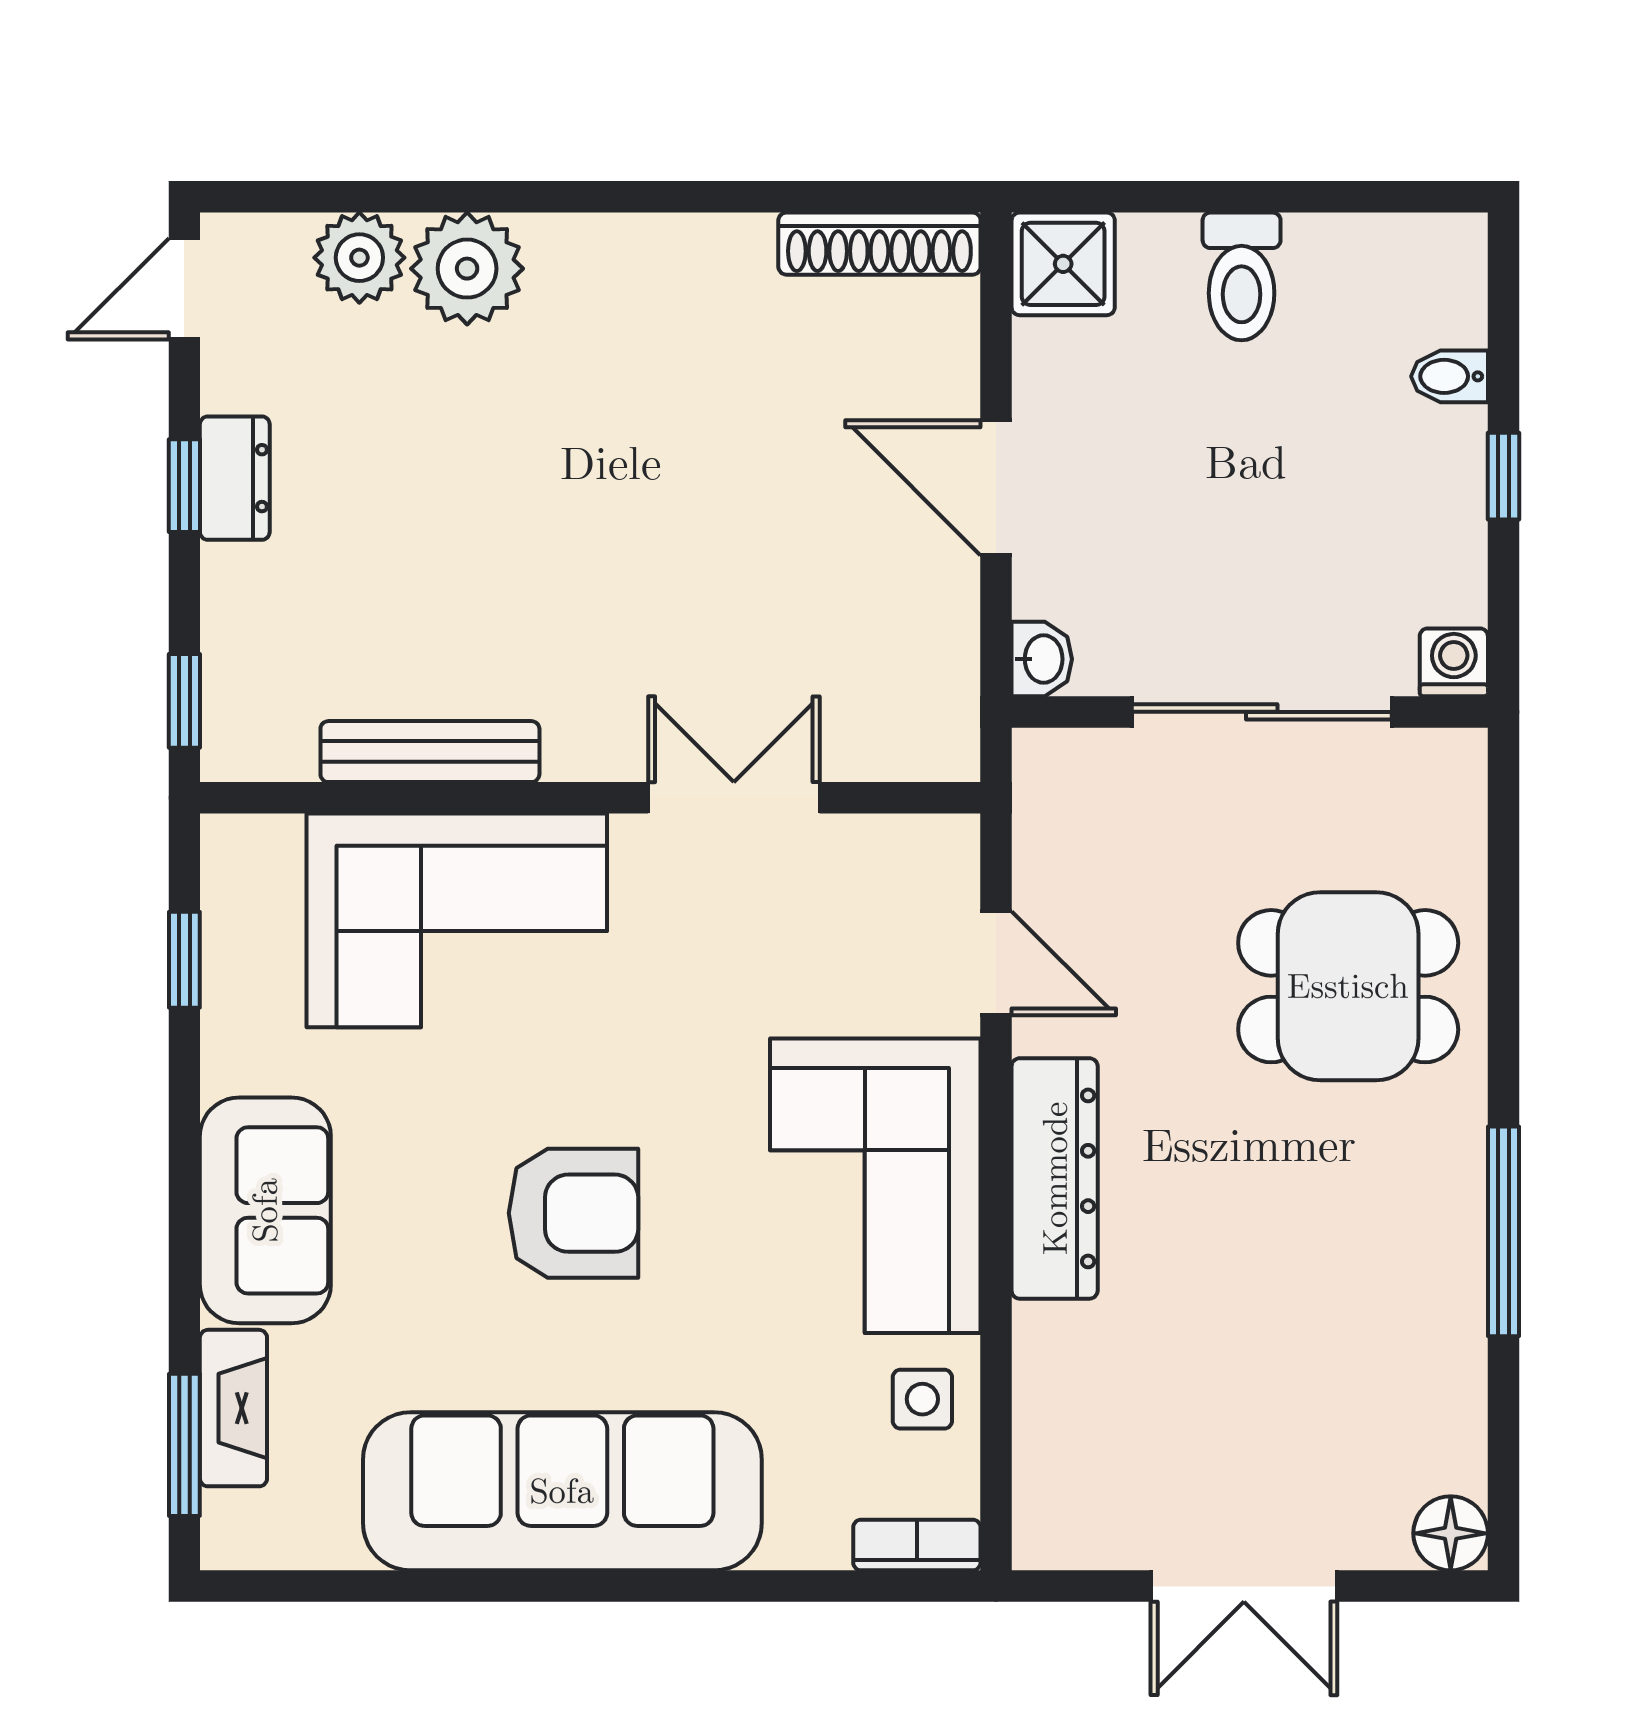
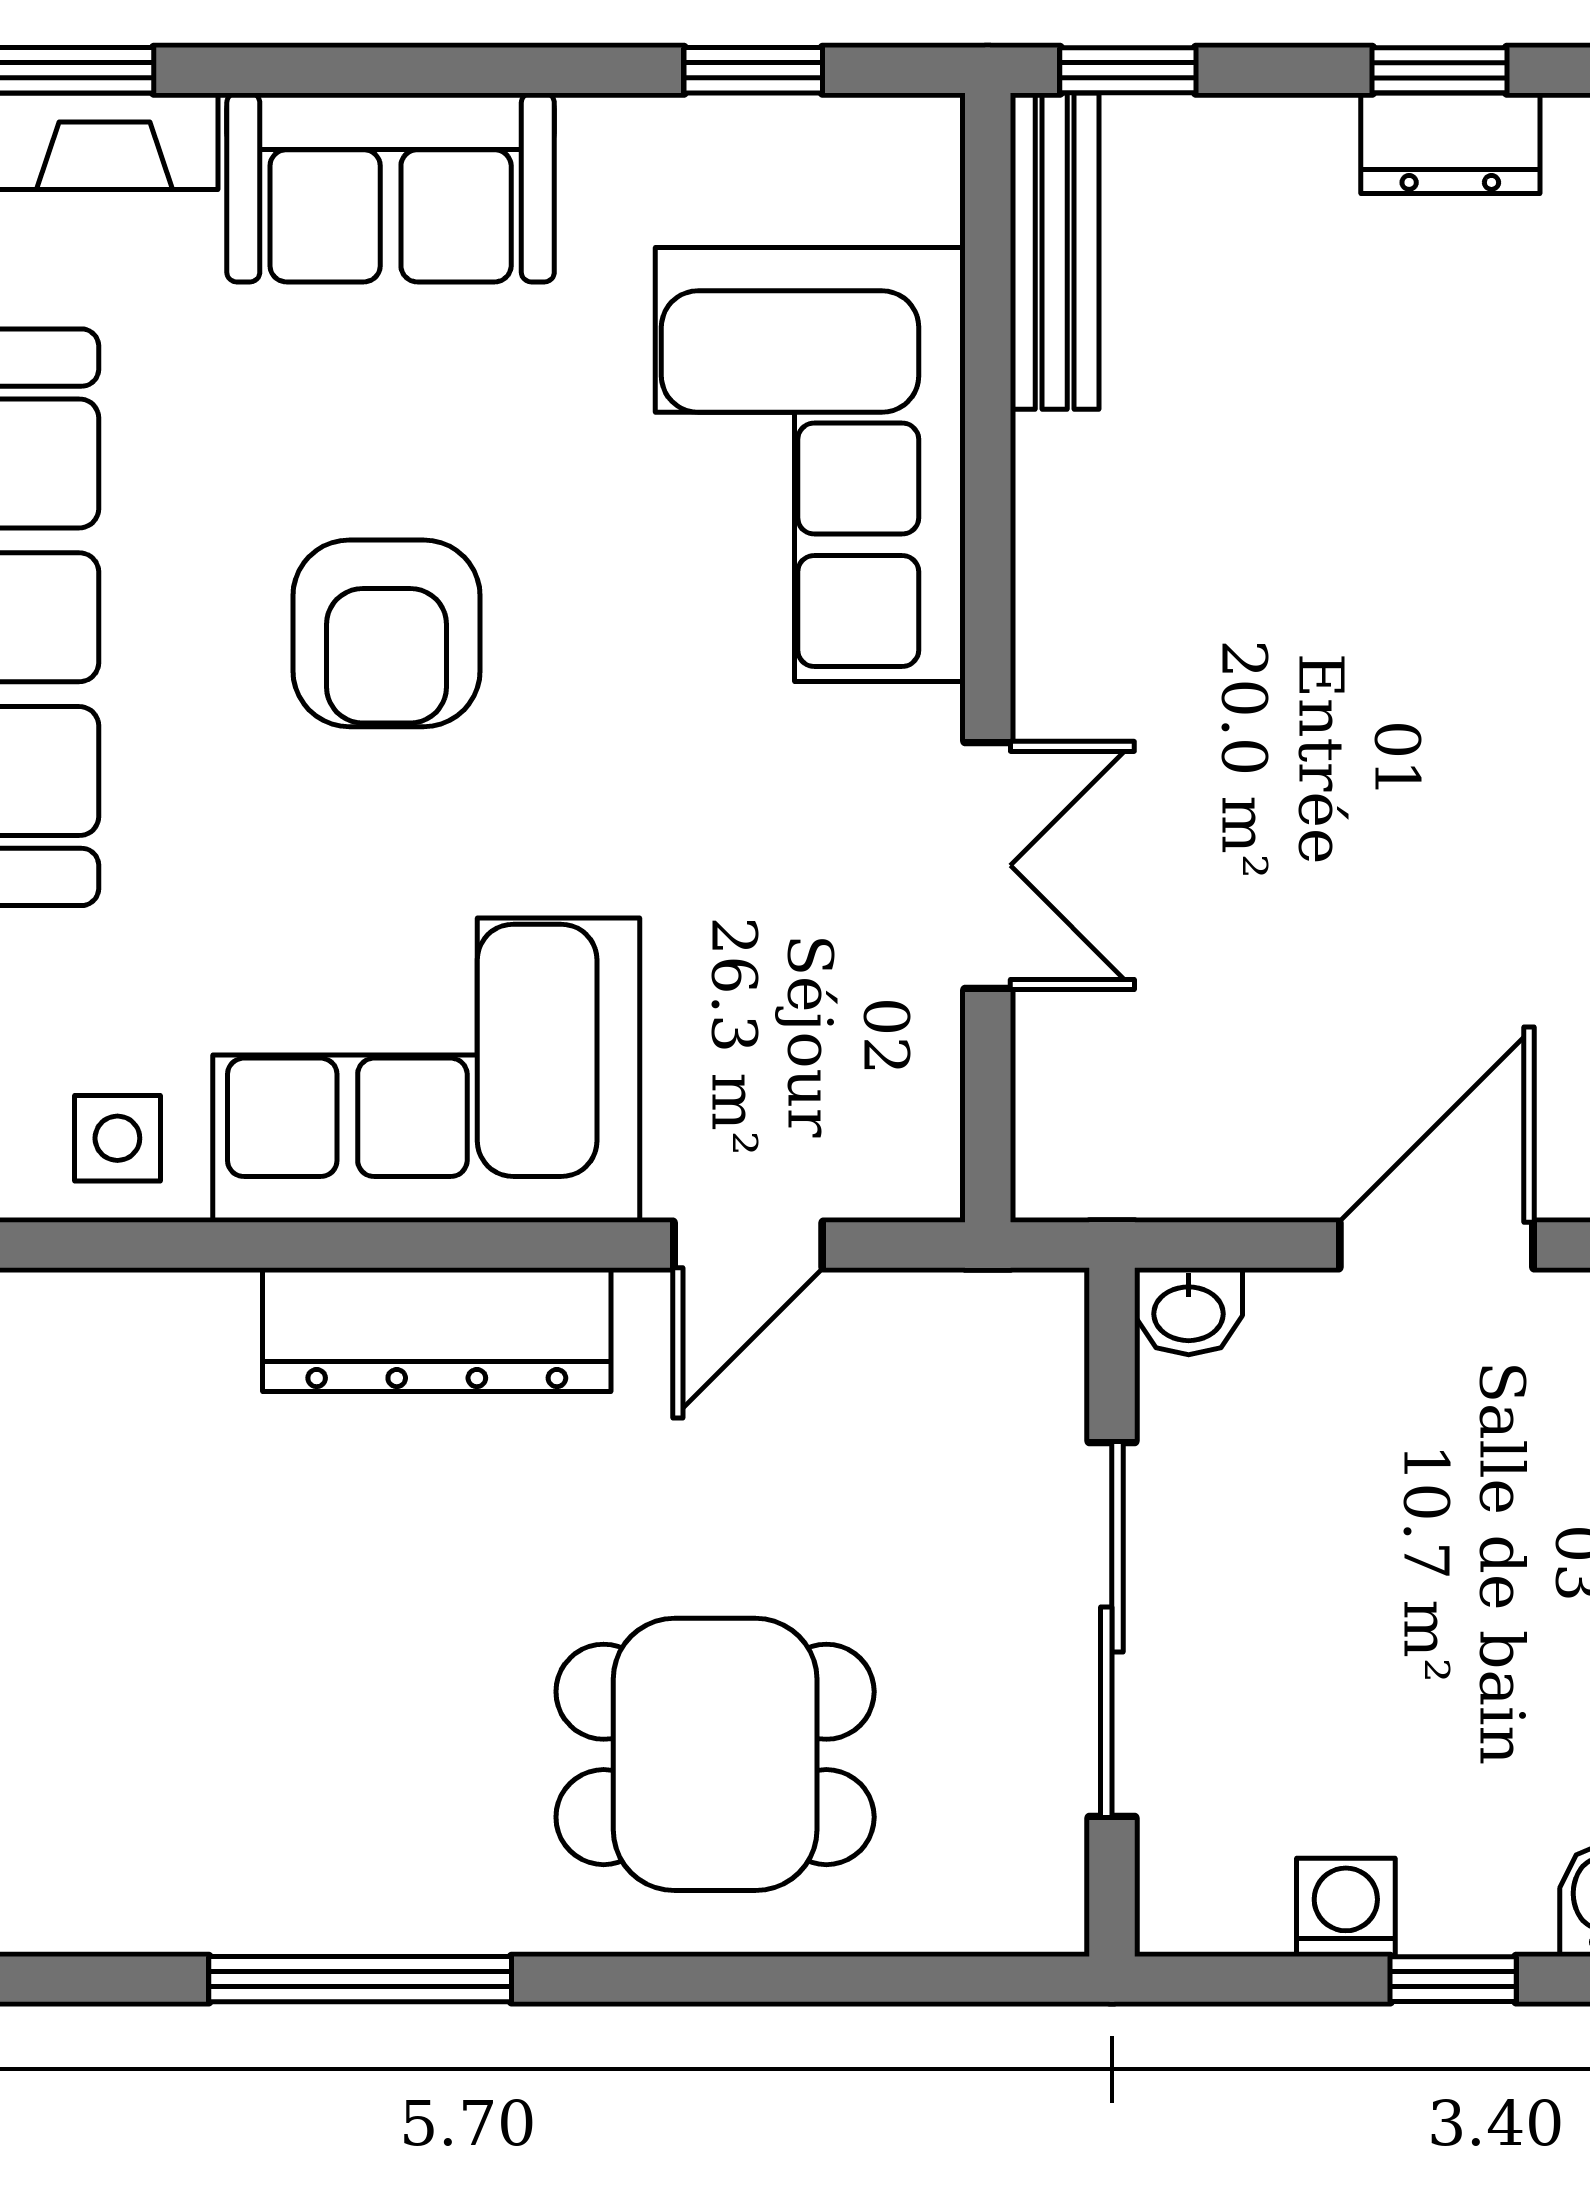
washing machine: (1454, 662) -> (1346, 1907), moved, turned -90
bench: (430, 752) -> (1055, 251), moved
dining table: (1348, 986) -> (715, 1754), turned 90

